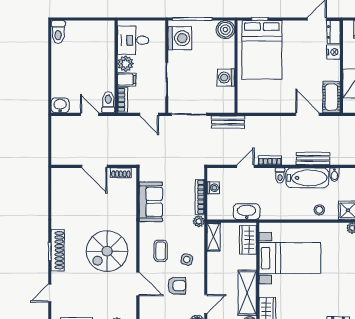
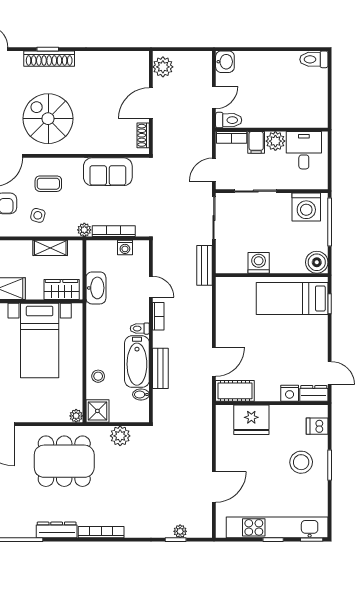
bed: (262, 50) -> (292, 298), width x0.67
plant: (64, 156) -> (163, 67), added
shelving: (214, 237) -> (50, 248), moved

